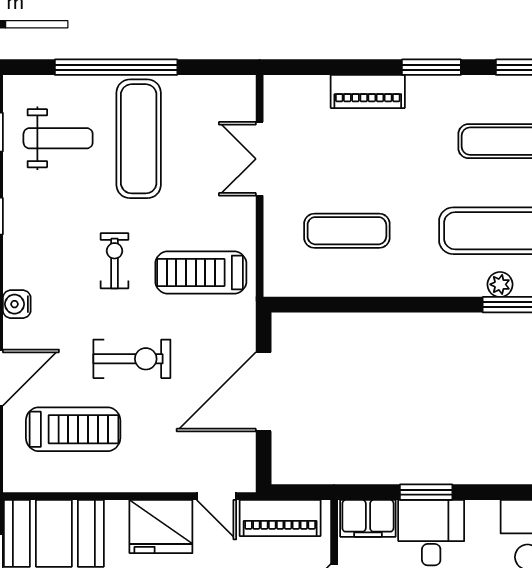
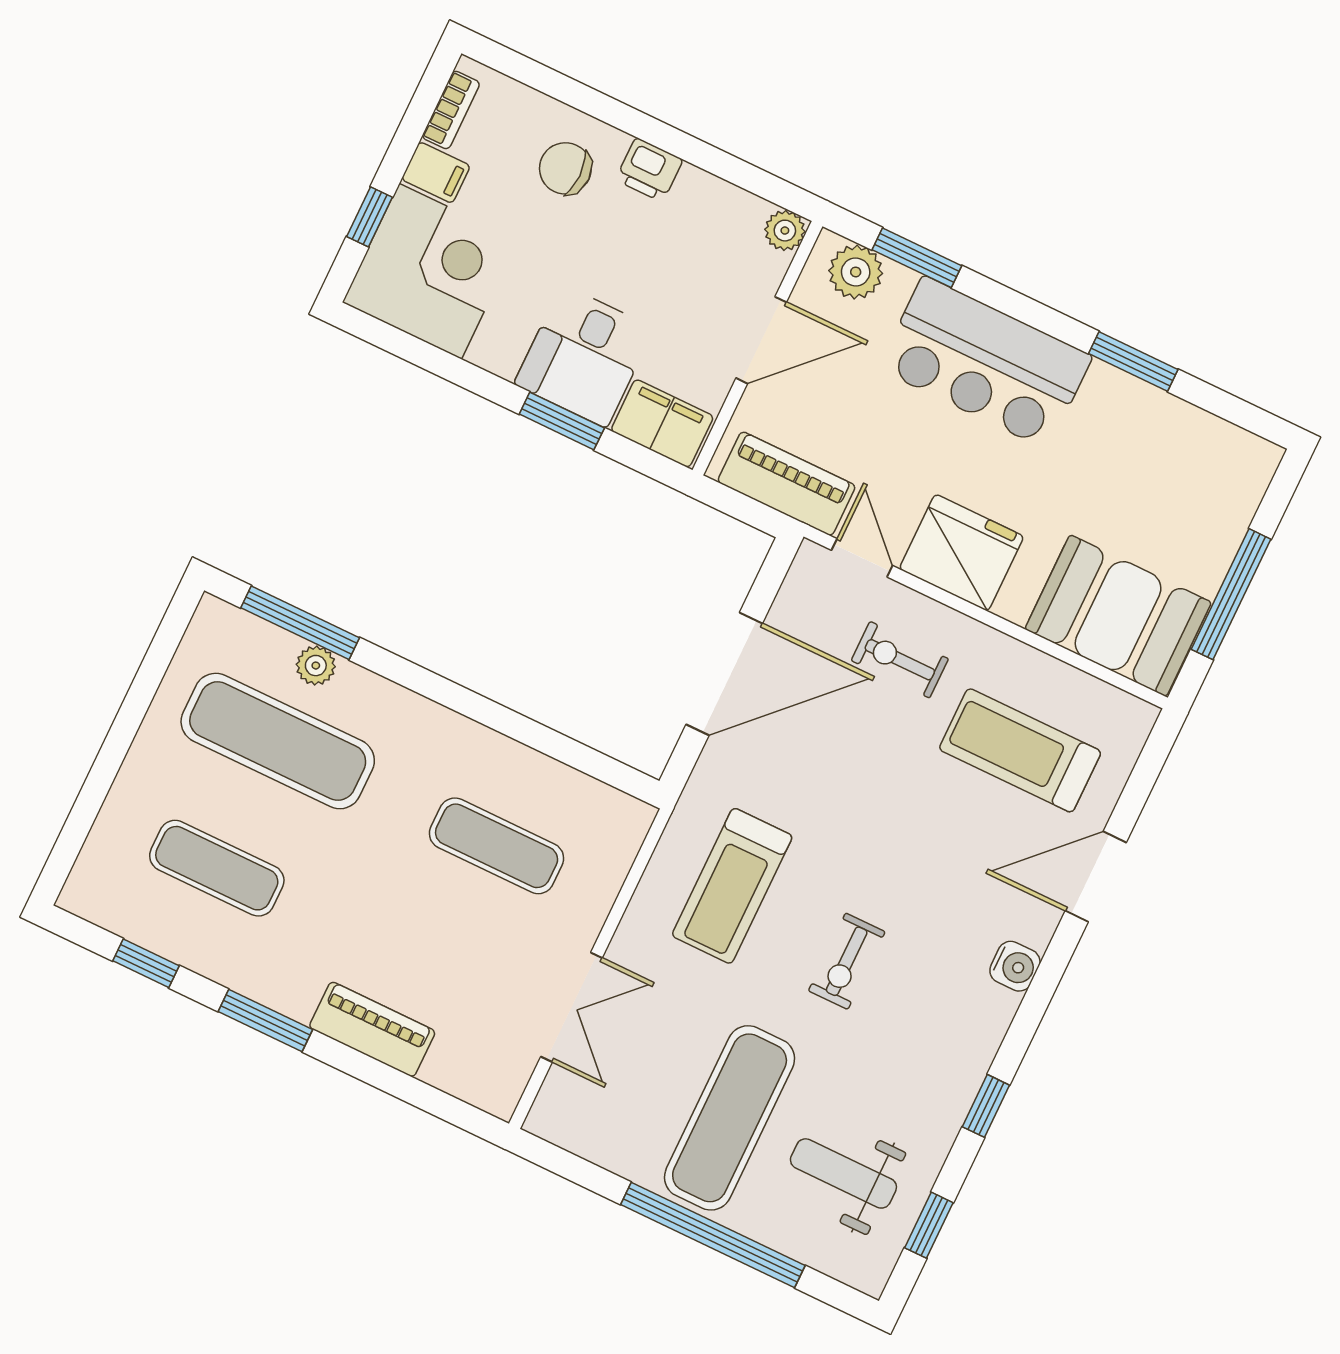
treadmill: (201, 273) -> (732, 886), turned 90
exercise bike: (132, 359) -> (900, 660), moved, width x0.73, depth x0.72

